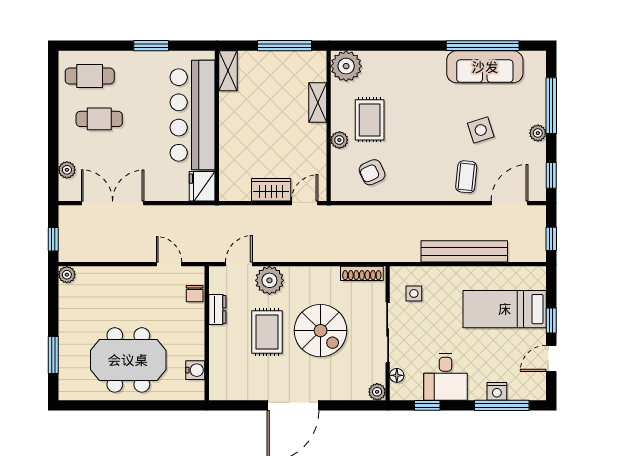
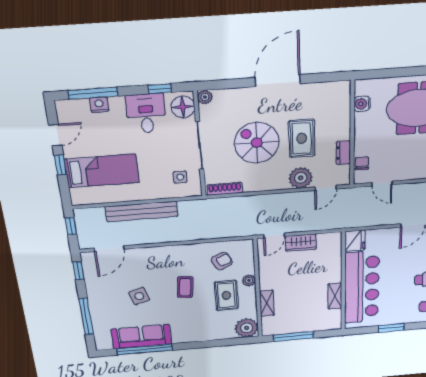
shelving: (228, 71) -> (335, 296), moved
plant: (538, 133) -> (94, 298), removed
coffee table: (466, 177) -> (185, 287), moved
floor lamp: (397, 375) -> (183, 107), width x1.89, depth x1.89

